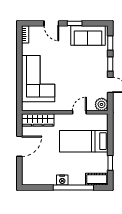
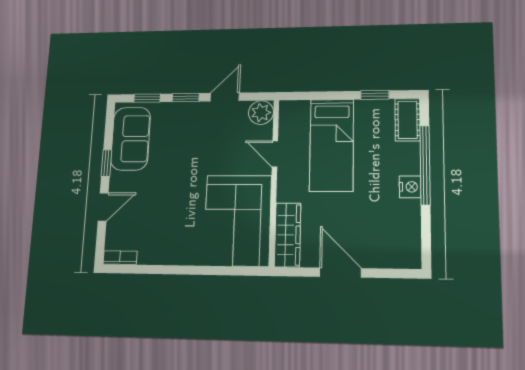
corner sofa: (38, 79) -> (238, 220), moved, turned -90

